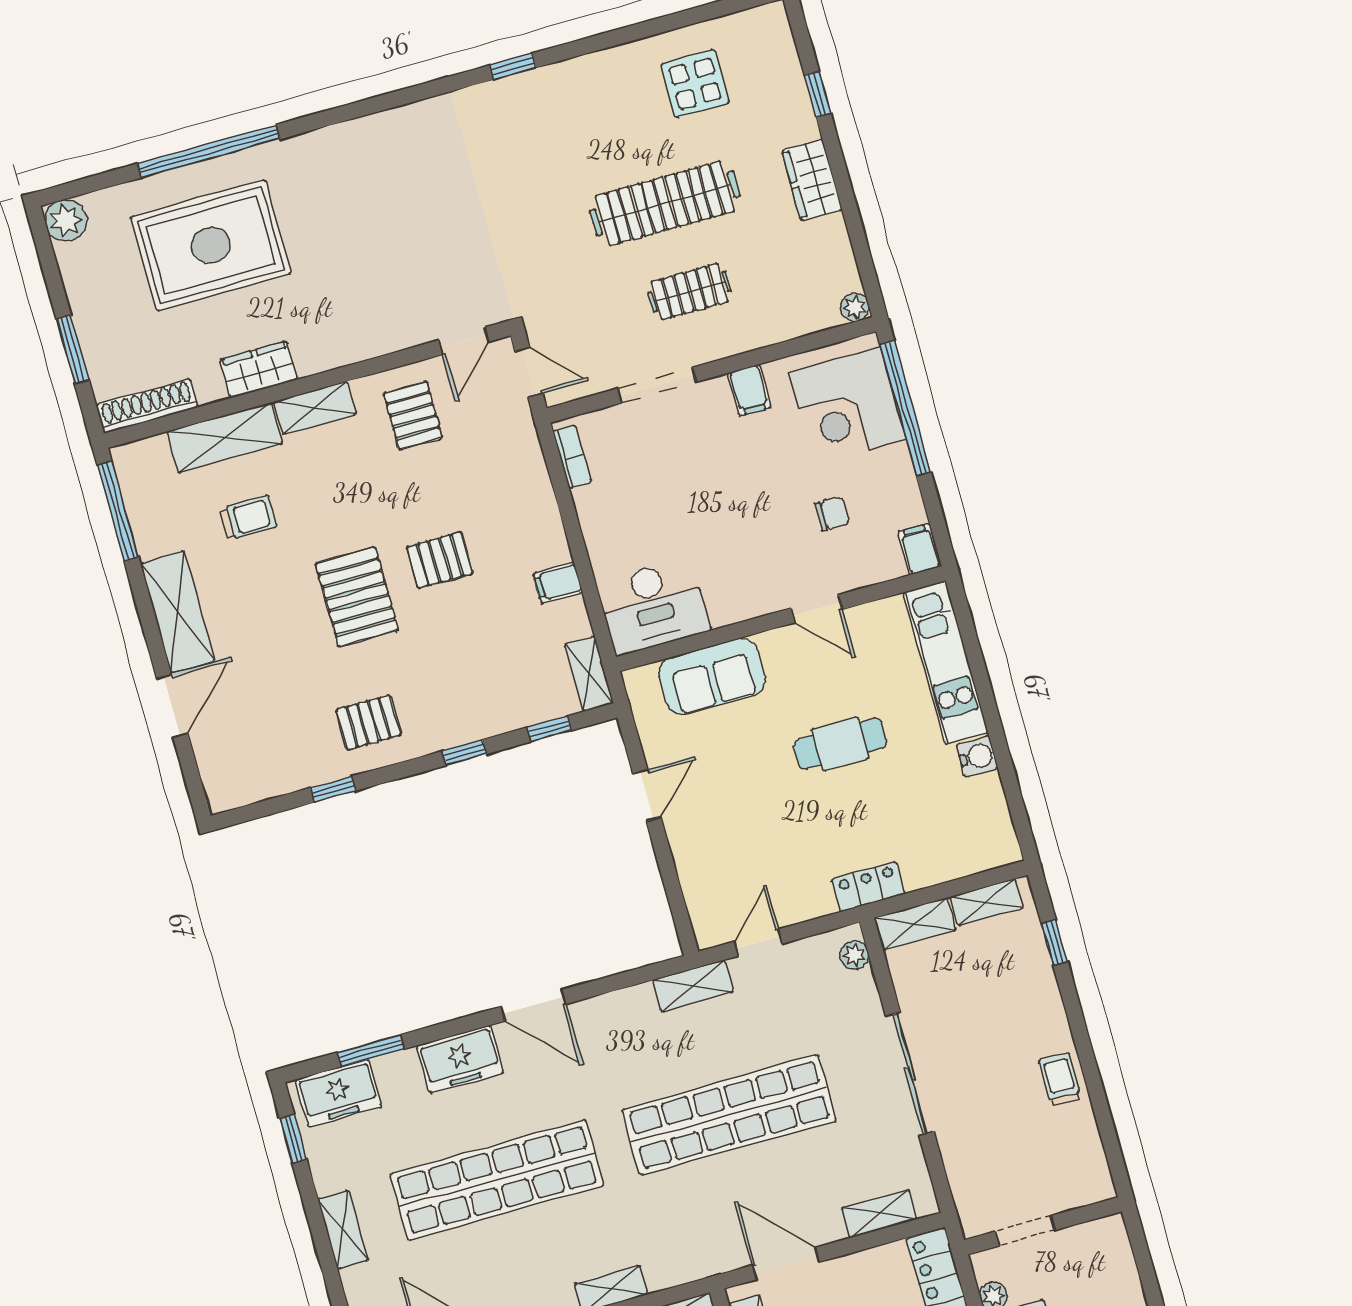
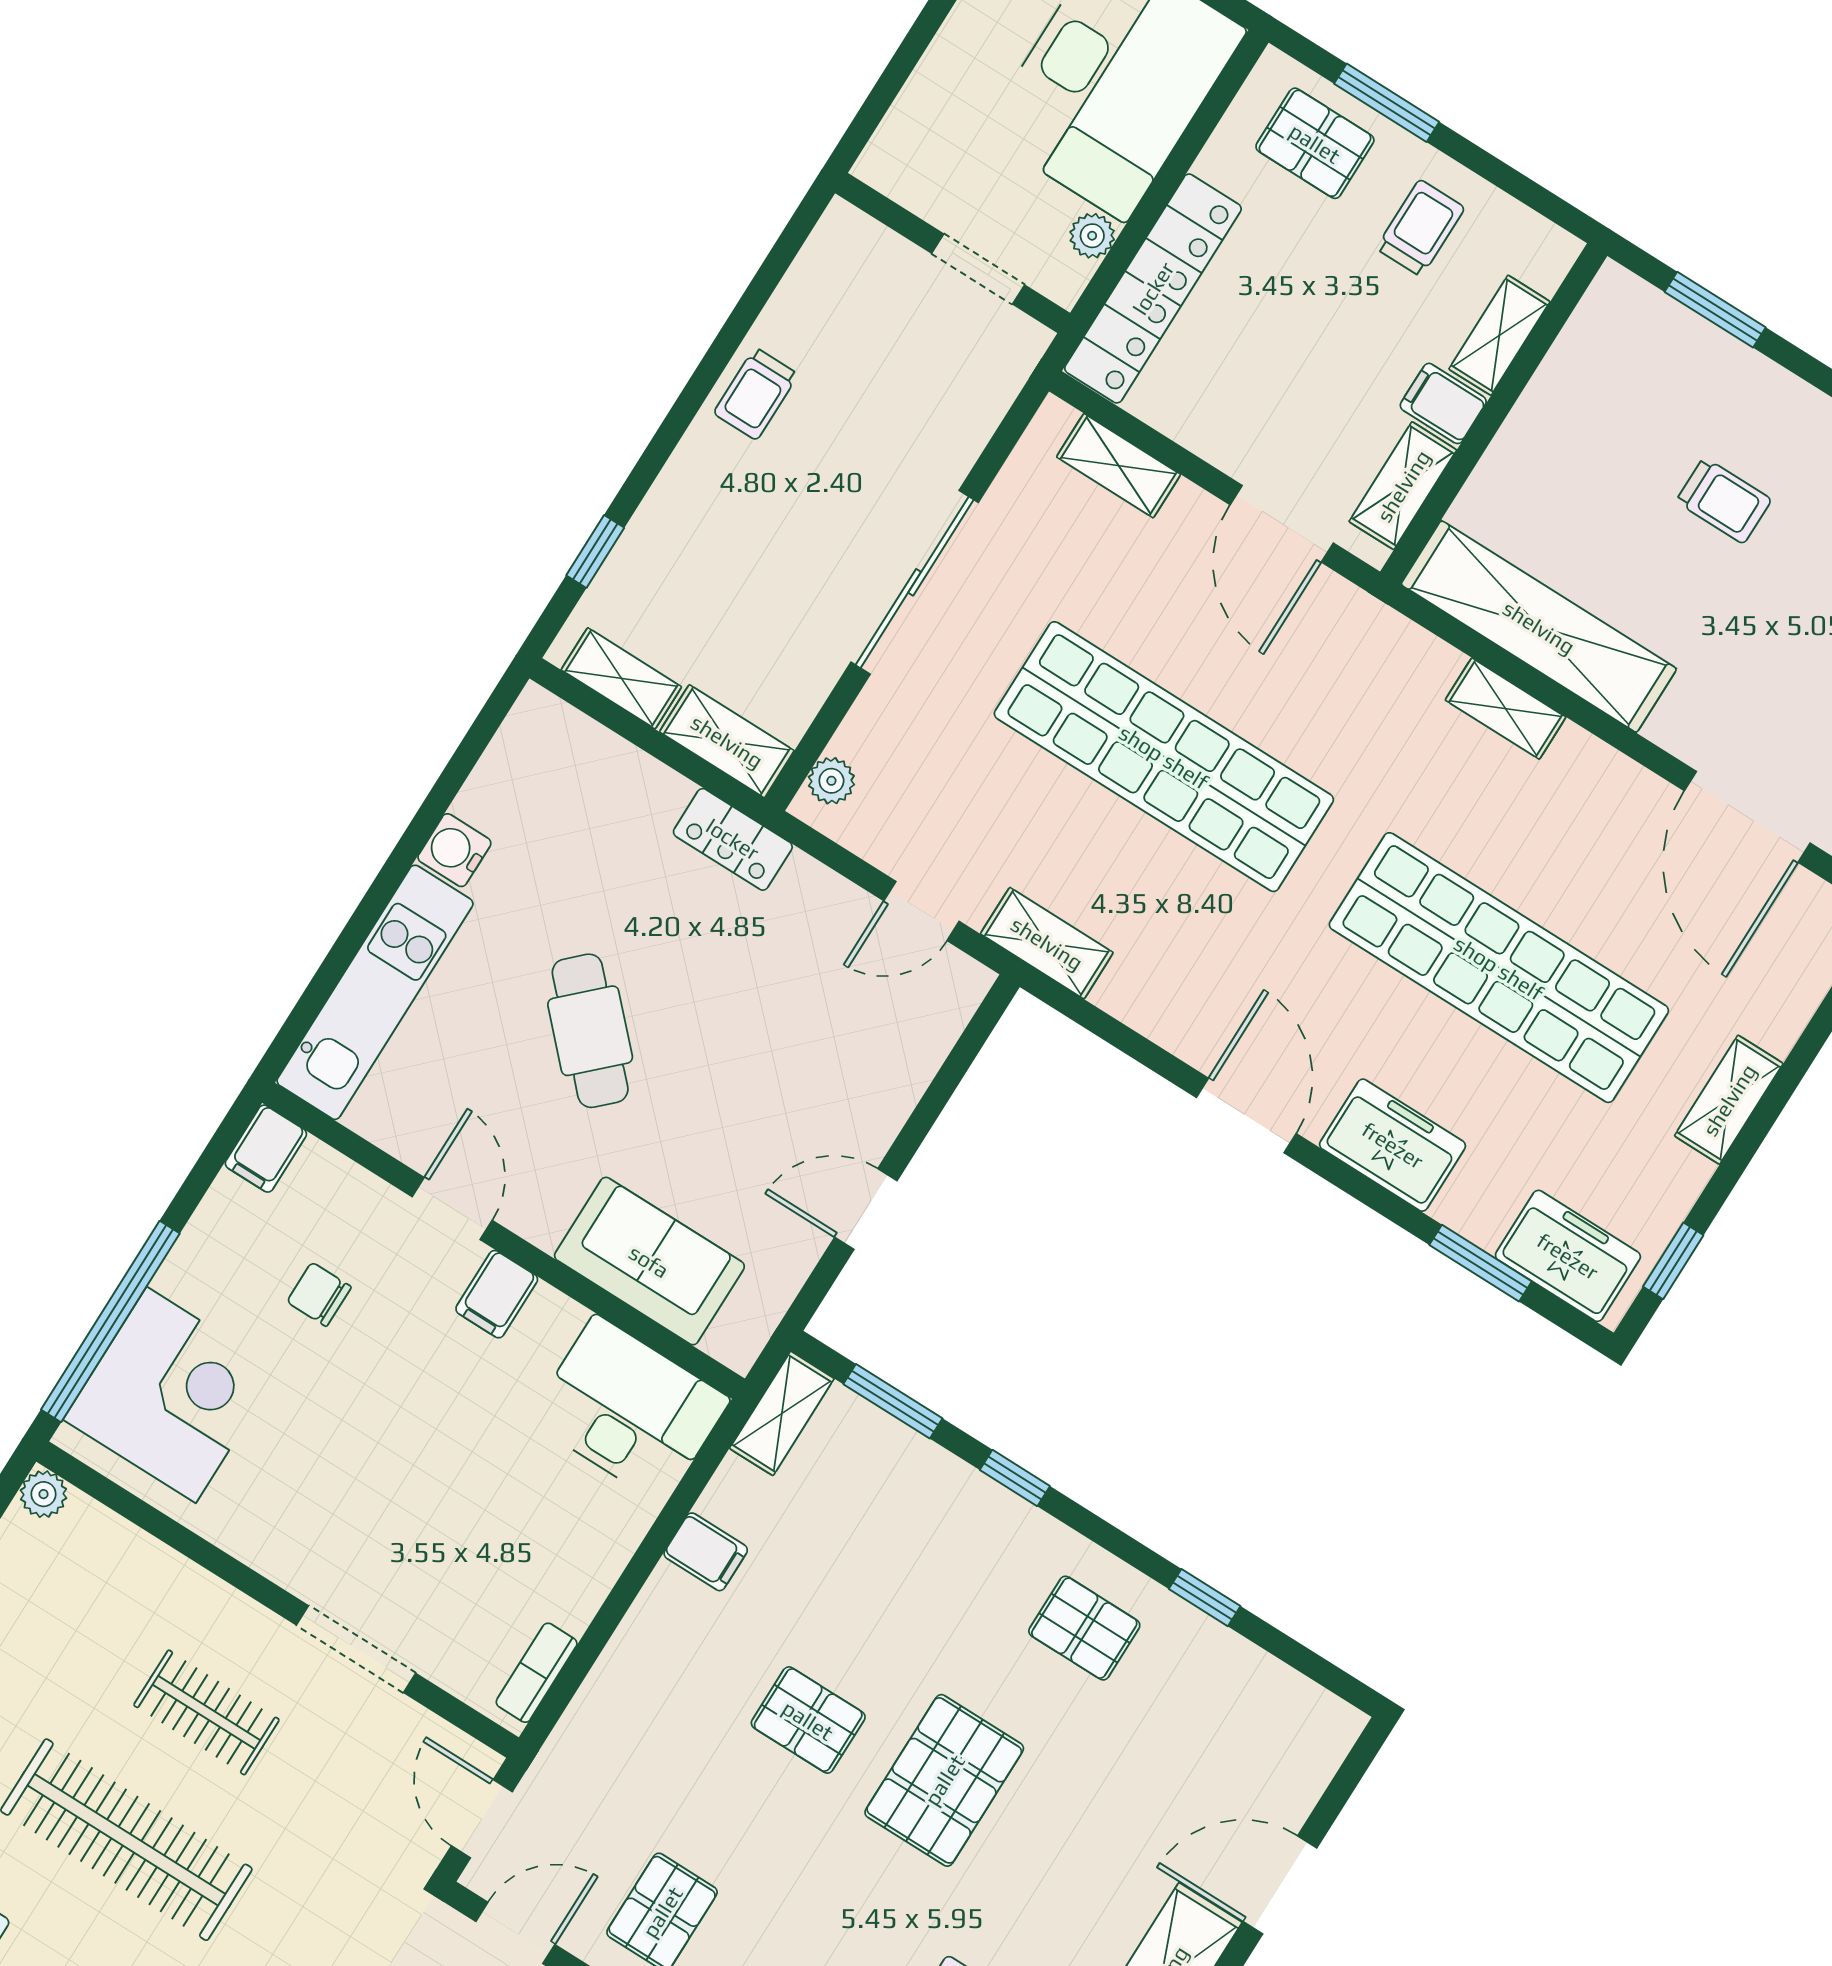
filing cabinet: (749, 390) -> (497, 1294), moved, turned 180
window: (549, 729) -> (893, 1401), width x1.50
cafe table: (840, 744) -> (590, 1031), turned 46

